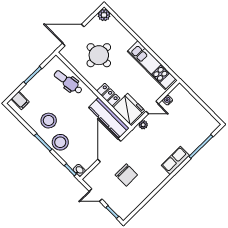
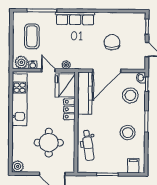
plant: (178, 94) -> (21, 62), added
coffee table: (189, 120) -> (32, 36), added
stool: (60, 142) -> (130, 95), moved
row of seats: (175, 160) -> (75, 18), width x1.48

